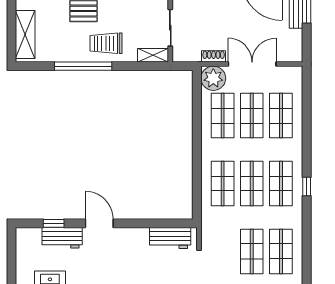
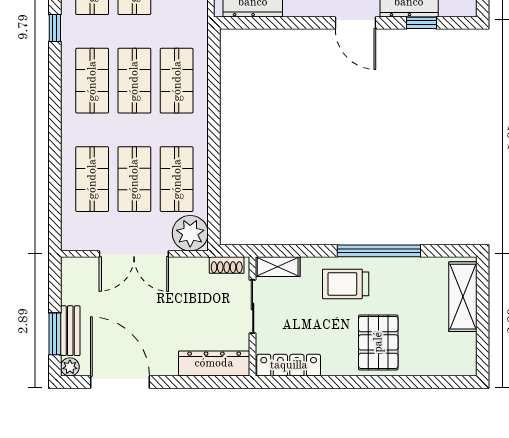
trolley: (106, 43) -> (346, 284), turned 180
shoe rack: (214, 56) -> (227, 265), moved
window: (307, 186) -> (55, 28), moved

